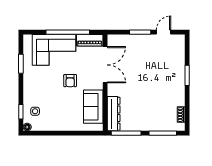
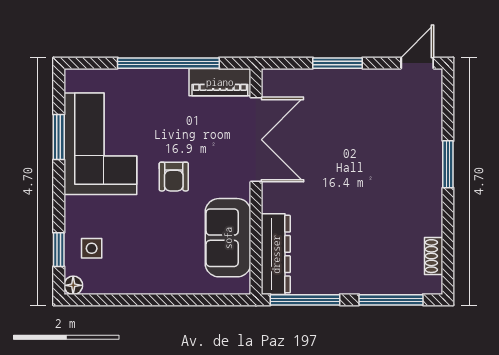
door: (164, 32) -> (417, 63), moved
corner sofa: (54, 50) -> (100, 144), moved, turned -90

